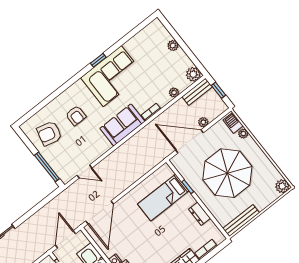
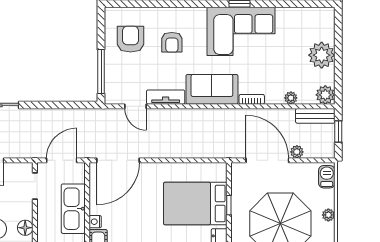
plant: (173, 45) -> (322, 55), width x1.88, depth x1.88
armchair: (49, 133) -> (131, 39), turned 76
plant: (243, 134) -> (328, 215), moved
tv unit: (98, 152) -> (166, 97), added
bed: (163, 197) -> (195, 204), width x1.50

